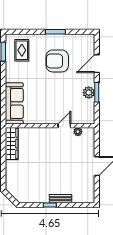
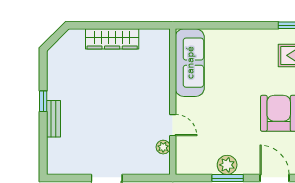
sofa: (14, 103) -> (190, 63), moved, turned -90
wardrobe: (12, 144) -> (112, 39), moved

